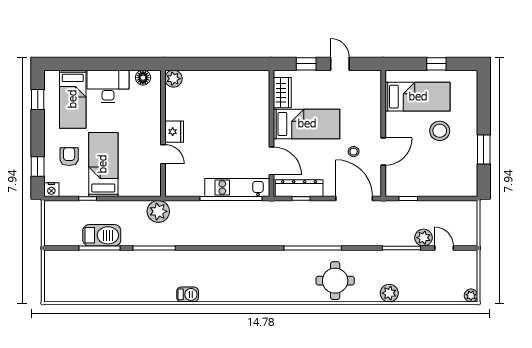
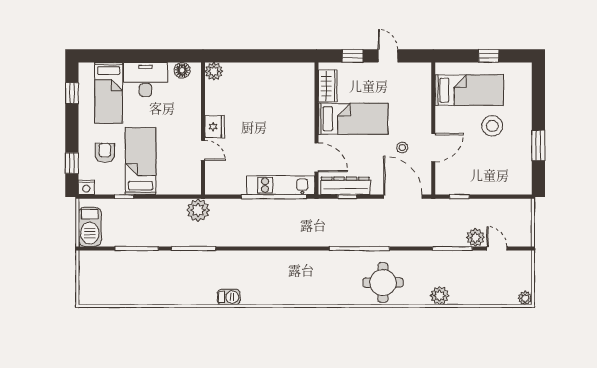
barbecue: (102, 235) -> (90, 227), moved, turned 90

